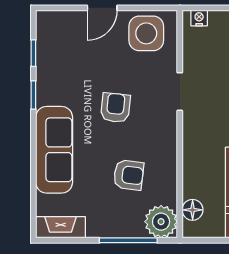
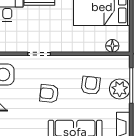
plant: (161, 222) -> (120, 89), moved

